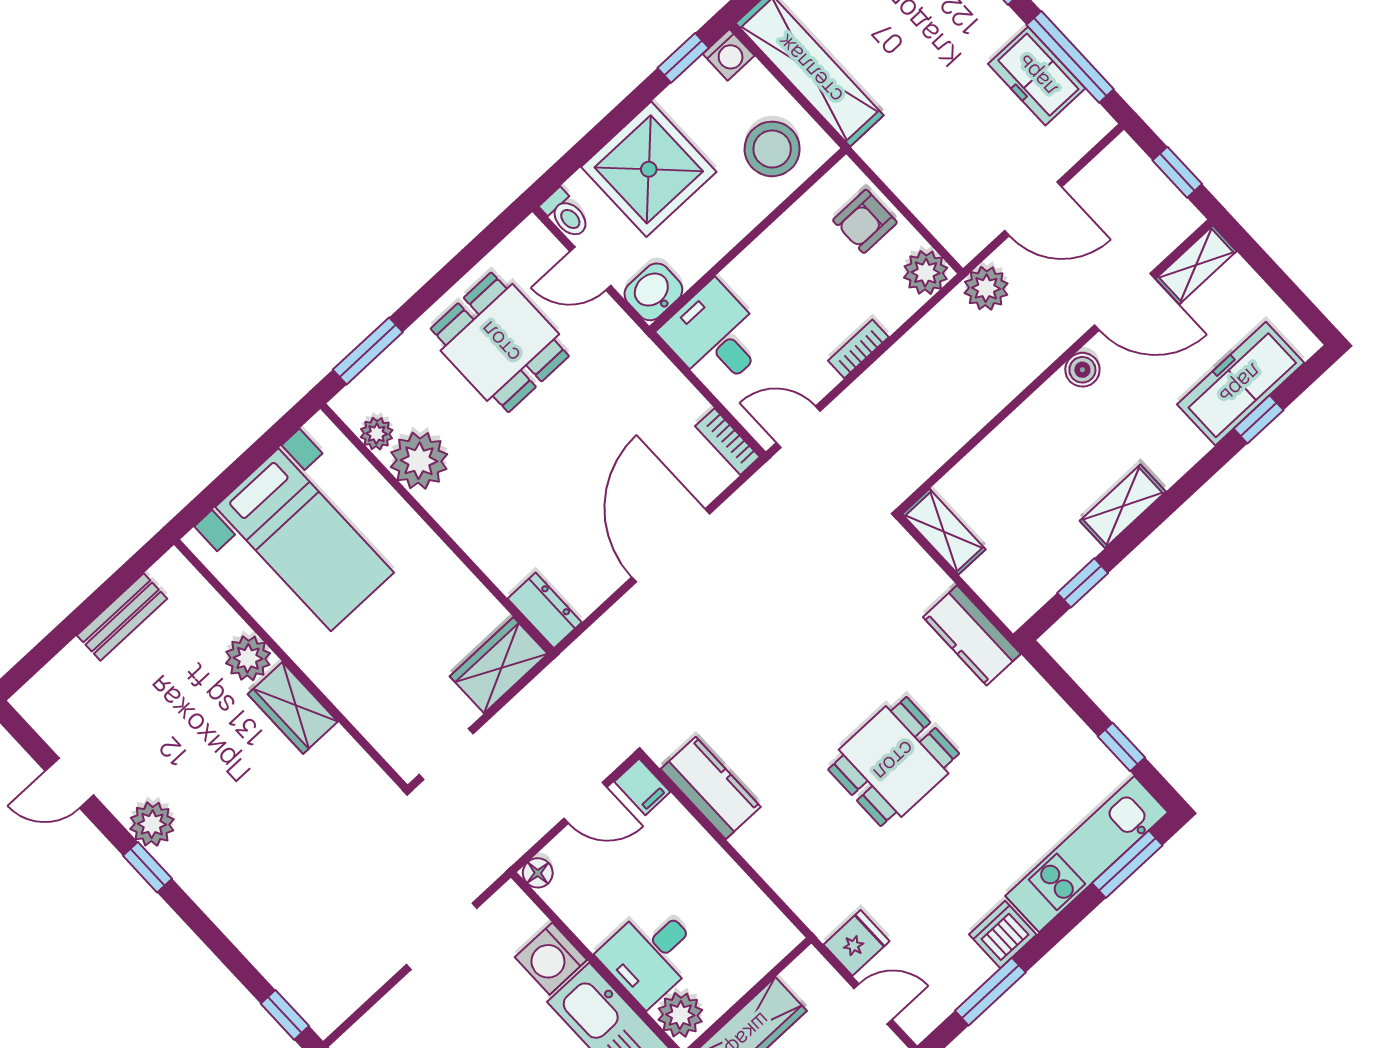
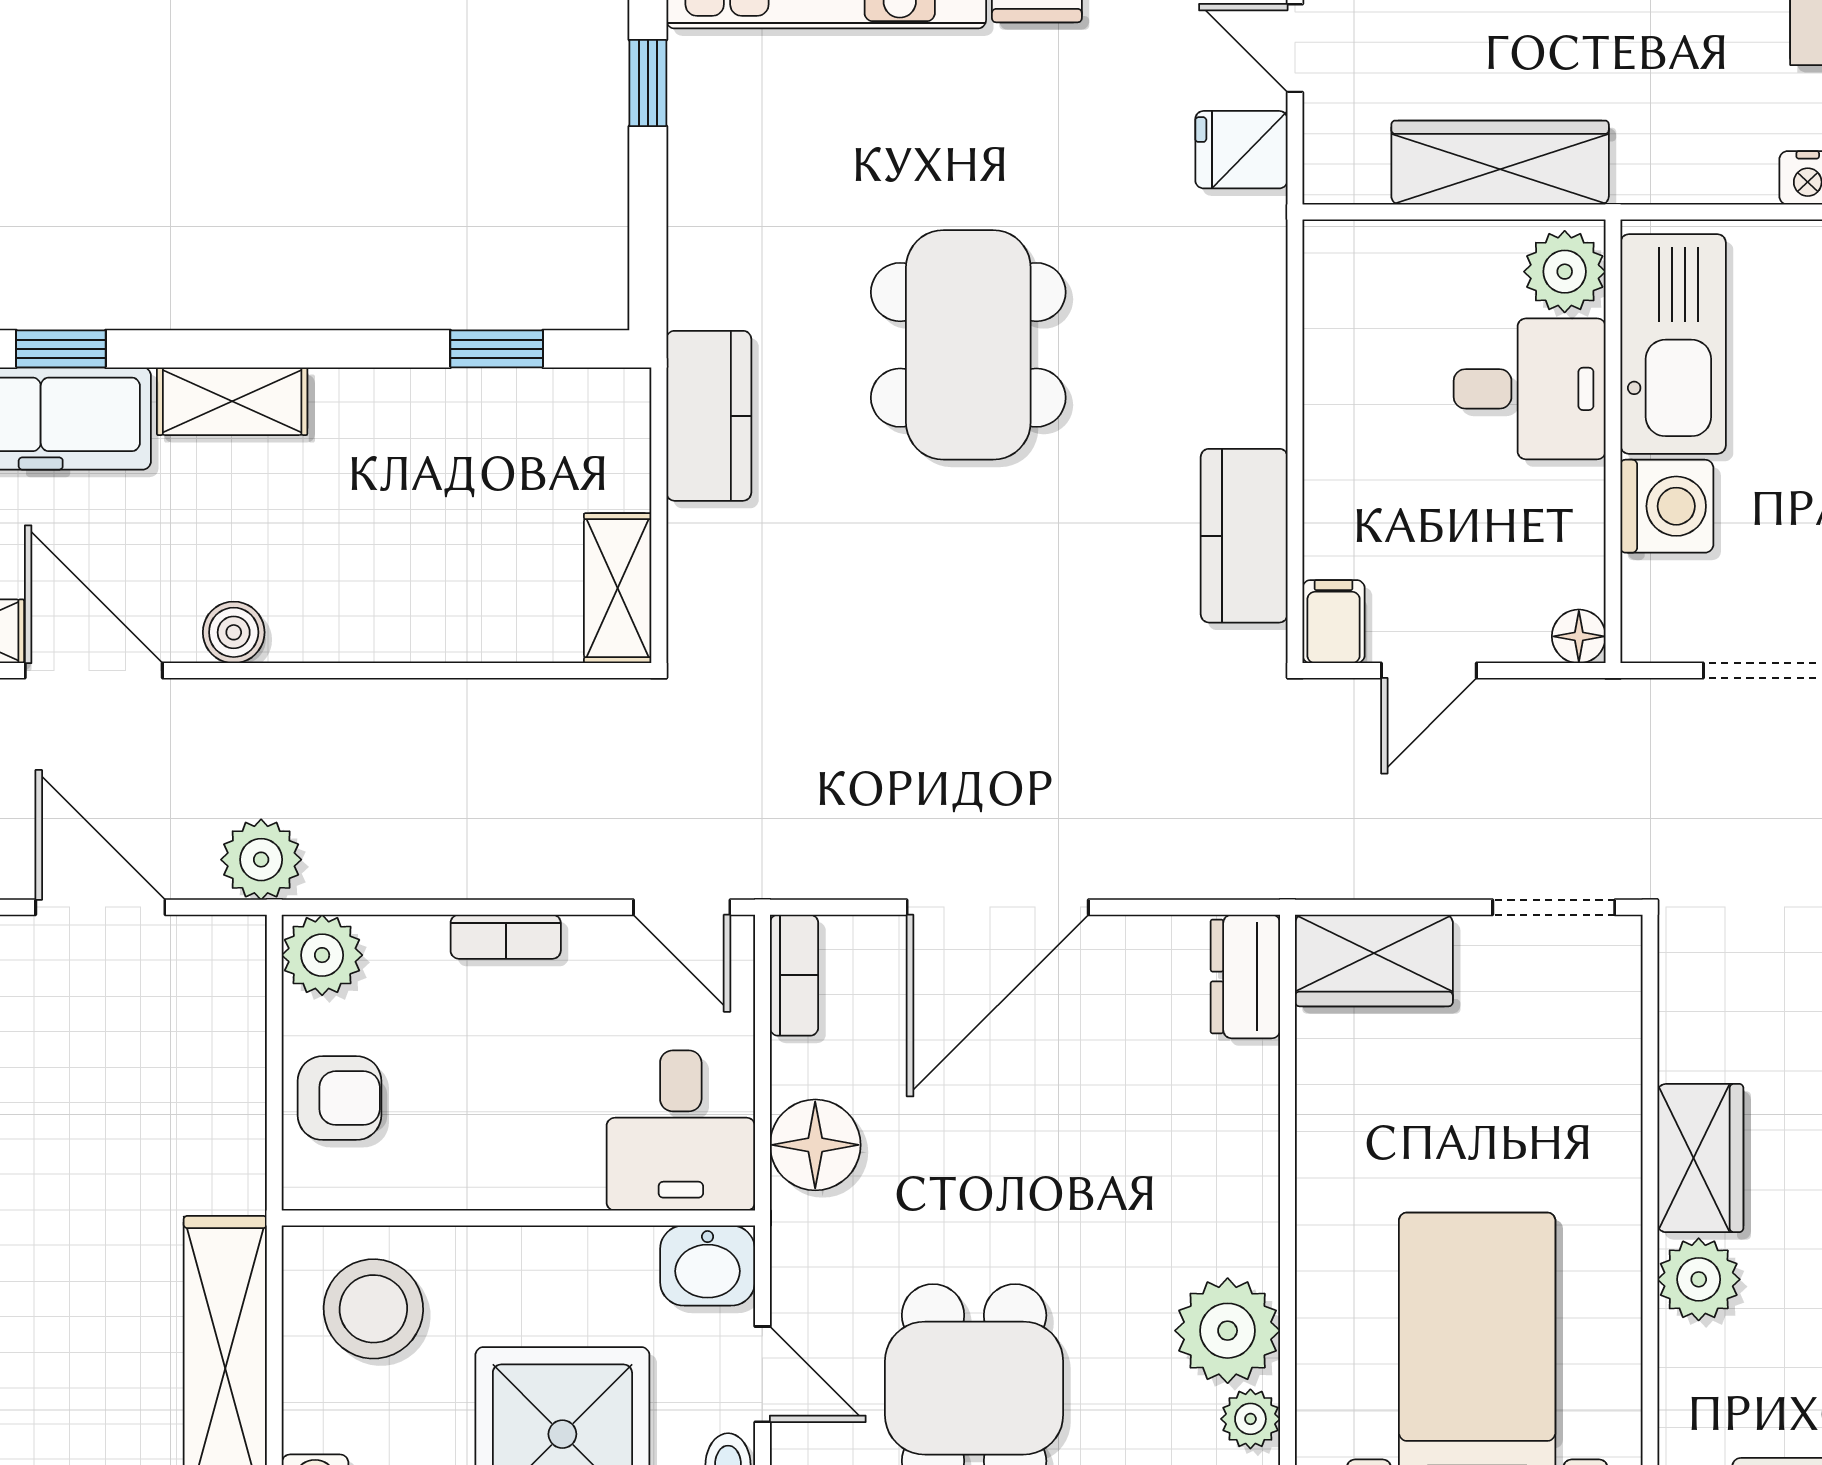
floor lamp: (655, 381) -> (815, 1145), added
shelving: (1123, 506) -> (232, 401), moved
dining table: (894, 761) -> (968, 345), width x1.38
door: (585, 803) -> (1429, 671), swing flipped

